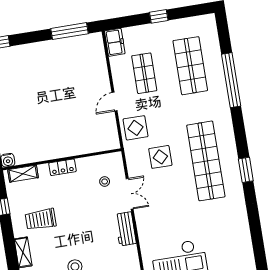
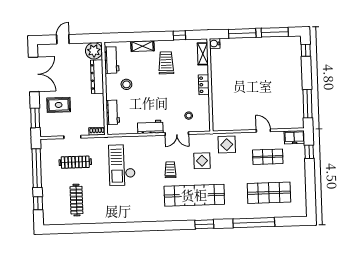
window: (159, 16) -> (309, 152), moved
door: (115, 102) -> (263, 131), moved
window: (246, 170) -> (204, 224), moved
trolley: (177, 196) -> (170, 170), added

